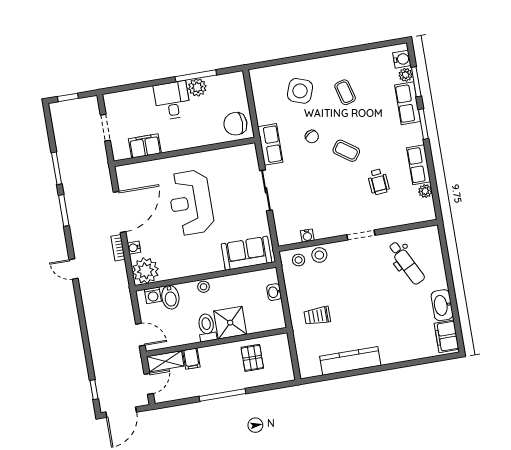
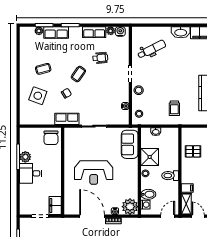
water cooler: (402, 59) -> (120, 31), moved
filing cabinet: (145, 146) -> (55, 206), moved
stool: (319, 255) -> (139, 90), moved
shower: (230, 323) -> (150, 157), moved

